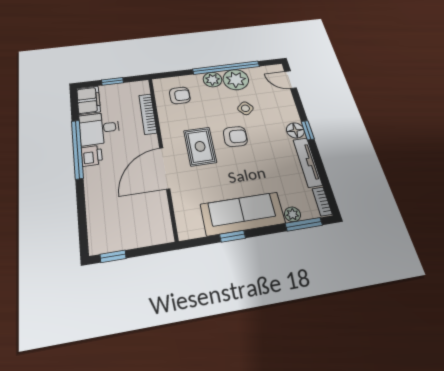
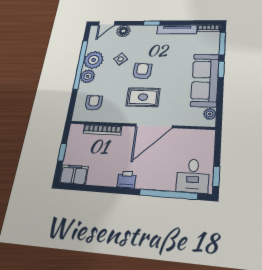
desk: (99, 128) -> (193, 176), moved
floor lamp: (295, 130) -> (123, 31), moved
window: (77, 149) -> (168, 194), moved
door: (165, 168) -> (154, 126), hinge flipped
plant: (293, 214) -> (210, 114), moved
window: (233, 236) -> (221, 69), moved

